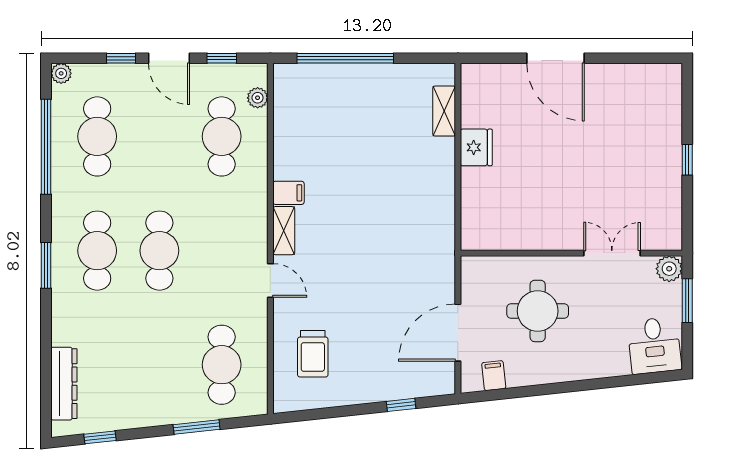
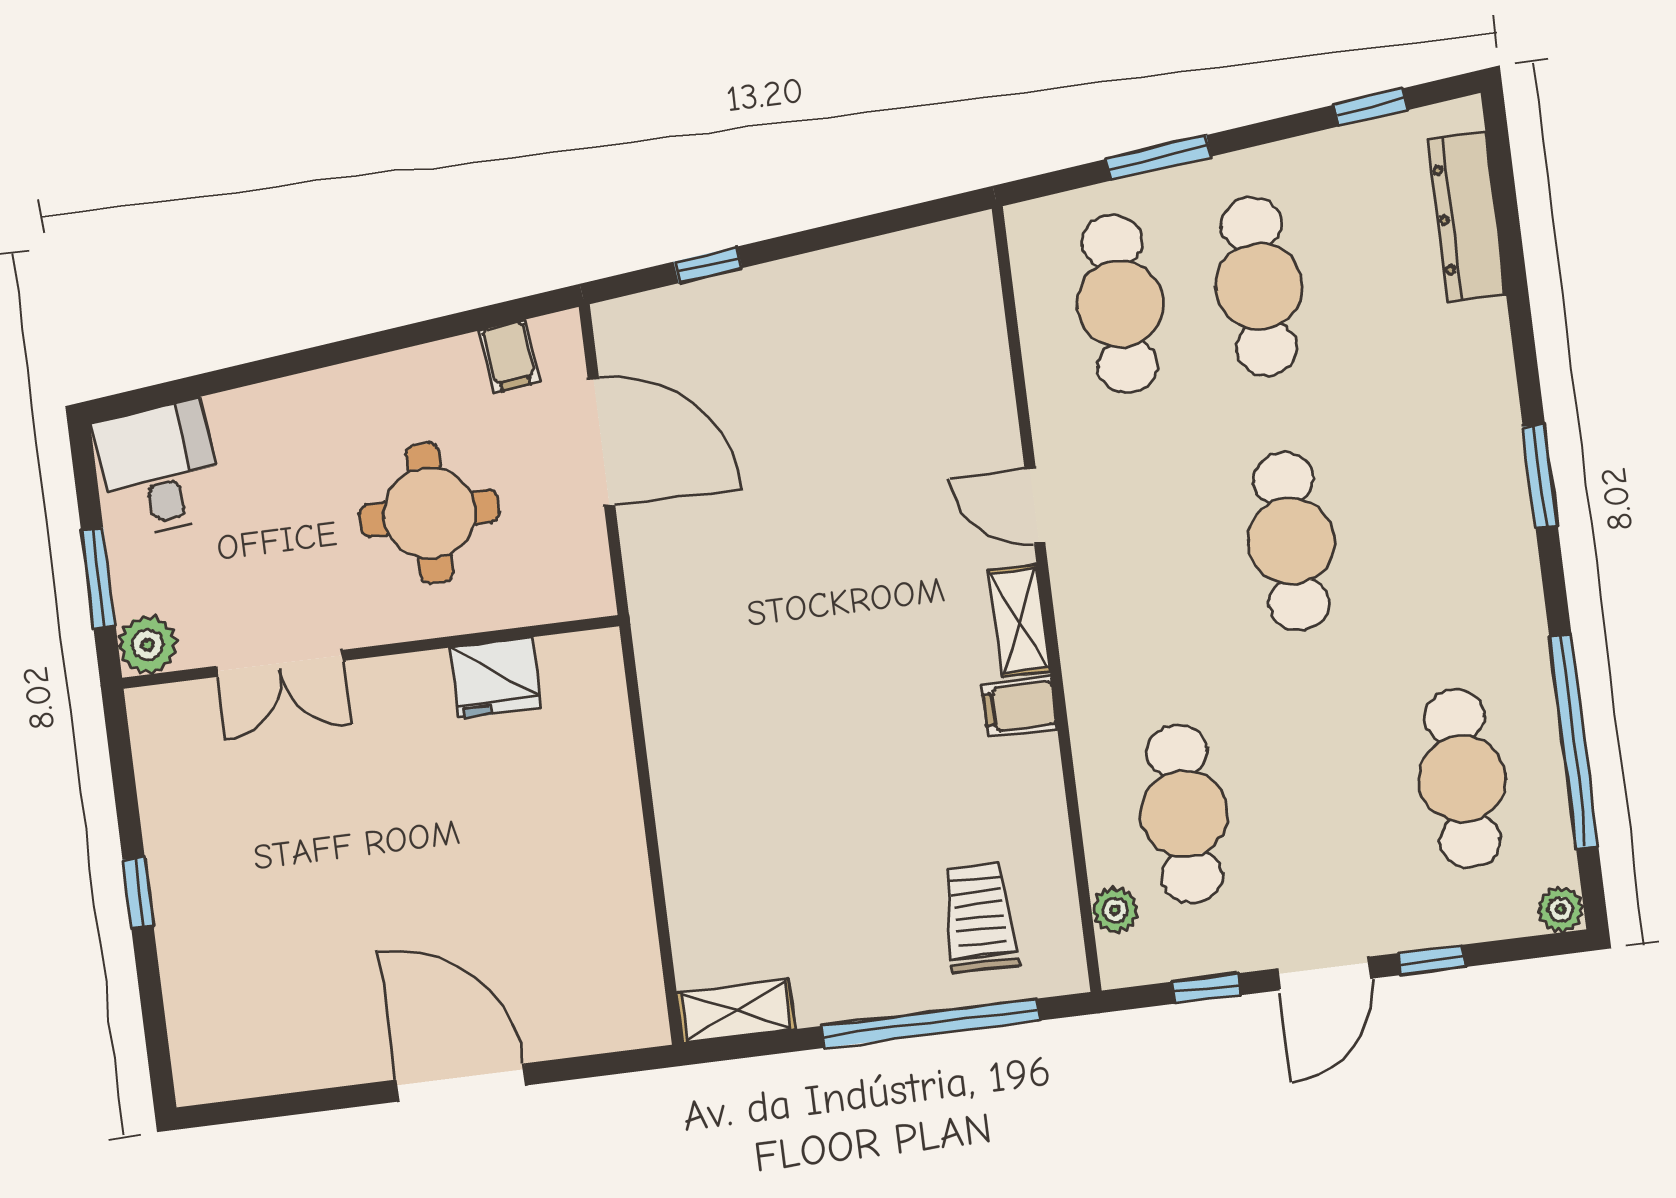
door: (169, 58) -> (1324, 974), swing flipped
shelving: (444, 111) -> (736, 1011), moved, turned 90
fridge: (476, 147) -> (495, 678), moved, turned -90
cafe table: (97, 251) -> (1259, 286), moved
door: (458, 333) -> (602, 442), hinge flipped
trolley: (313, 354) -> (979, 918), moved

